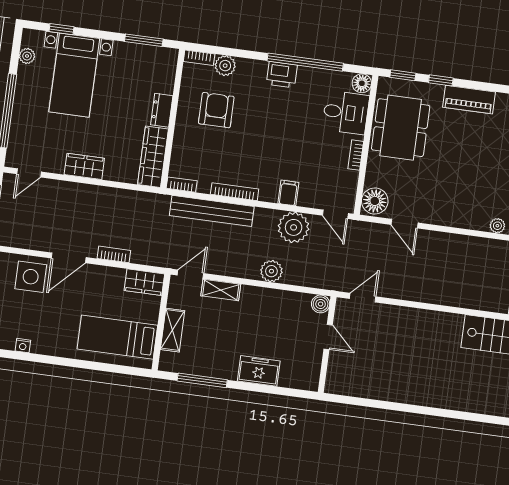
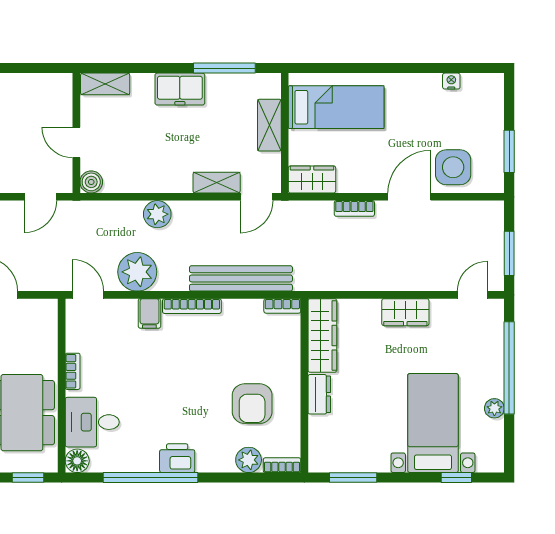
plant: (27, 56) -> (494, 408), moved
bookcase: (235, 192) -> (192, 306), moved
floor lamp: (375, 201) -> (42, 318), removed
freezer: (259, 371) -> (180, 89), moved
shelving: (299, 381) -> (105, 84), added

